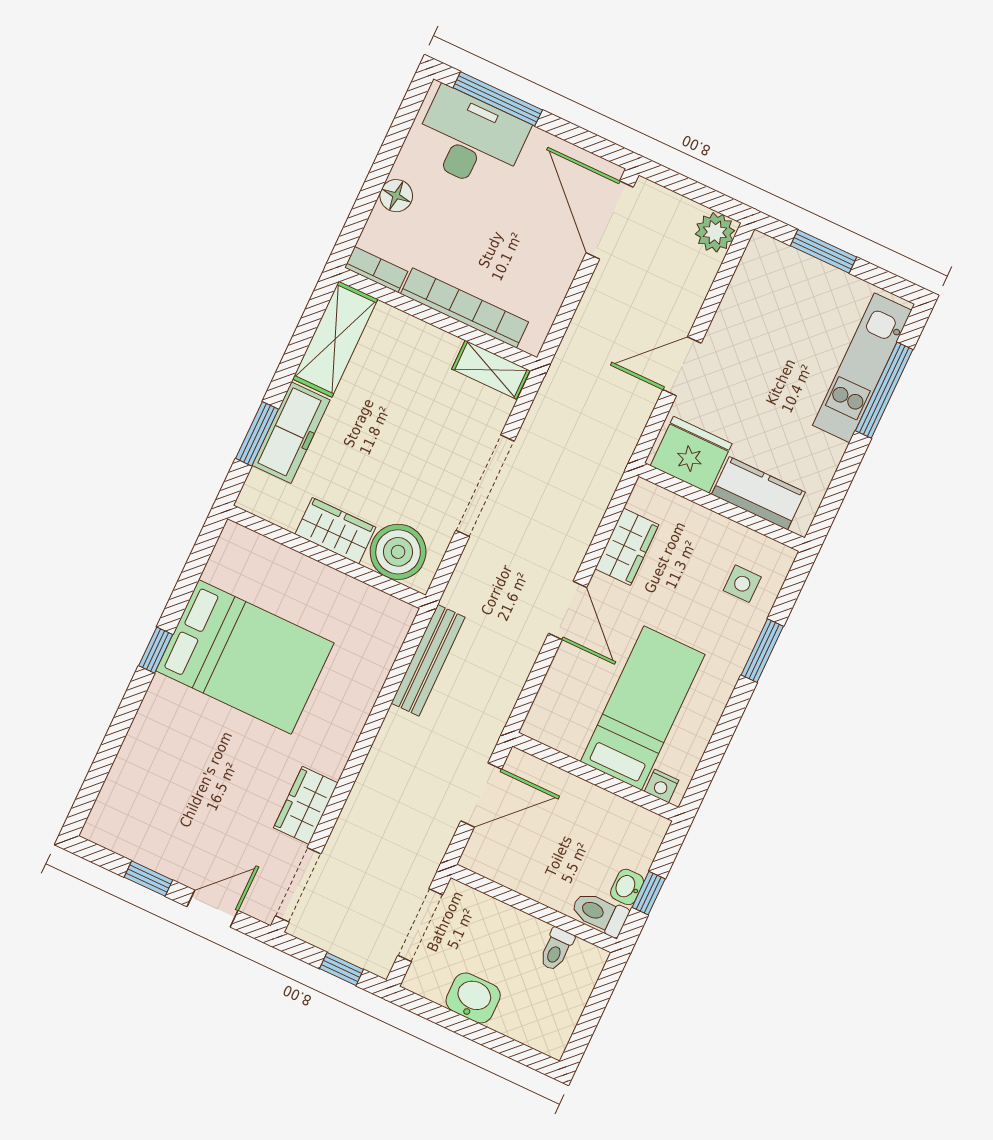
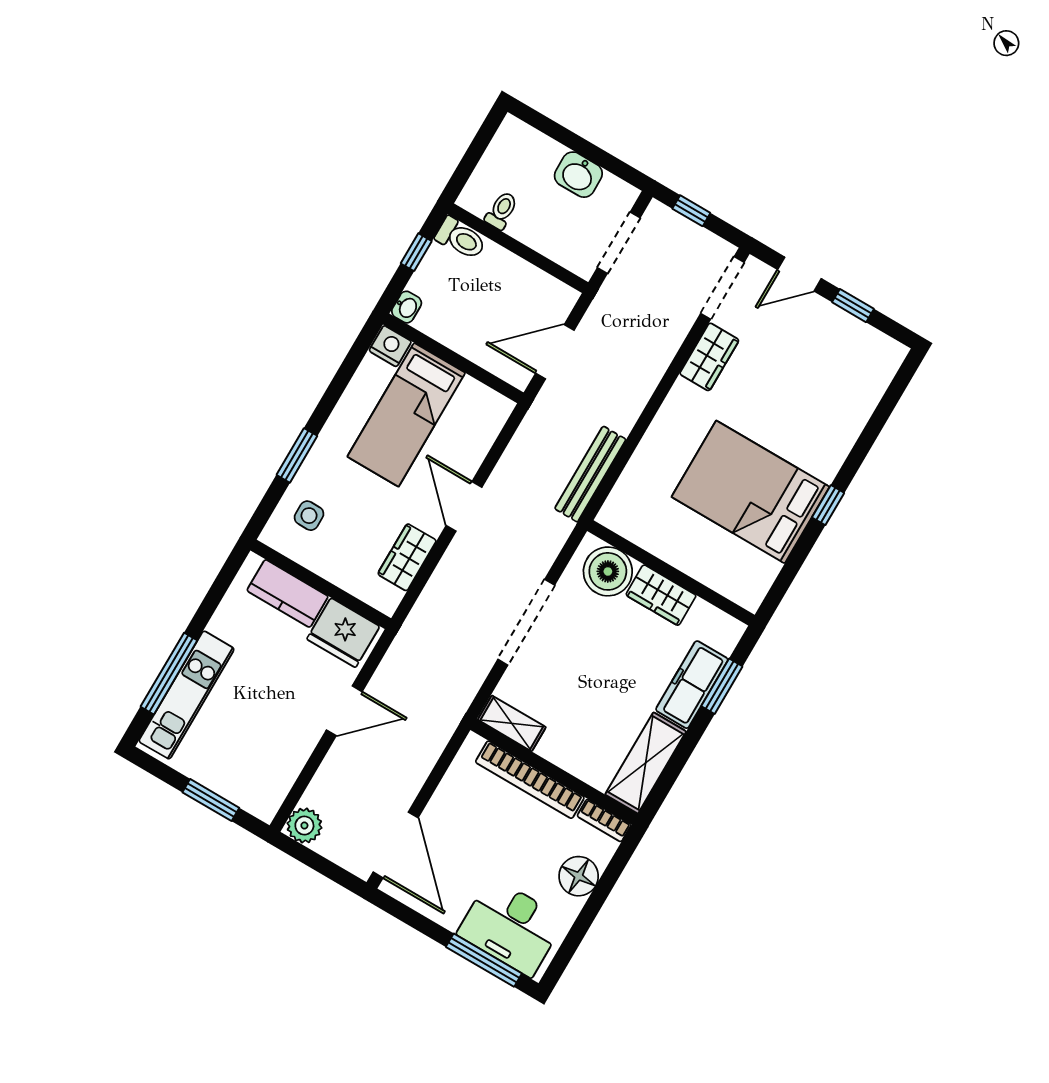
floor lamp: (396, 196) -> (579, 876), width x1.38, depth x1.38
nightstand: (662, 786) -> (390, 346), width x1.39, depth x1.35
washbasin: (627, 887) -> (407, 307), moved

